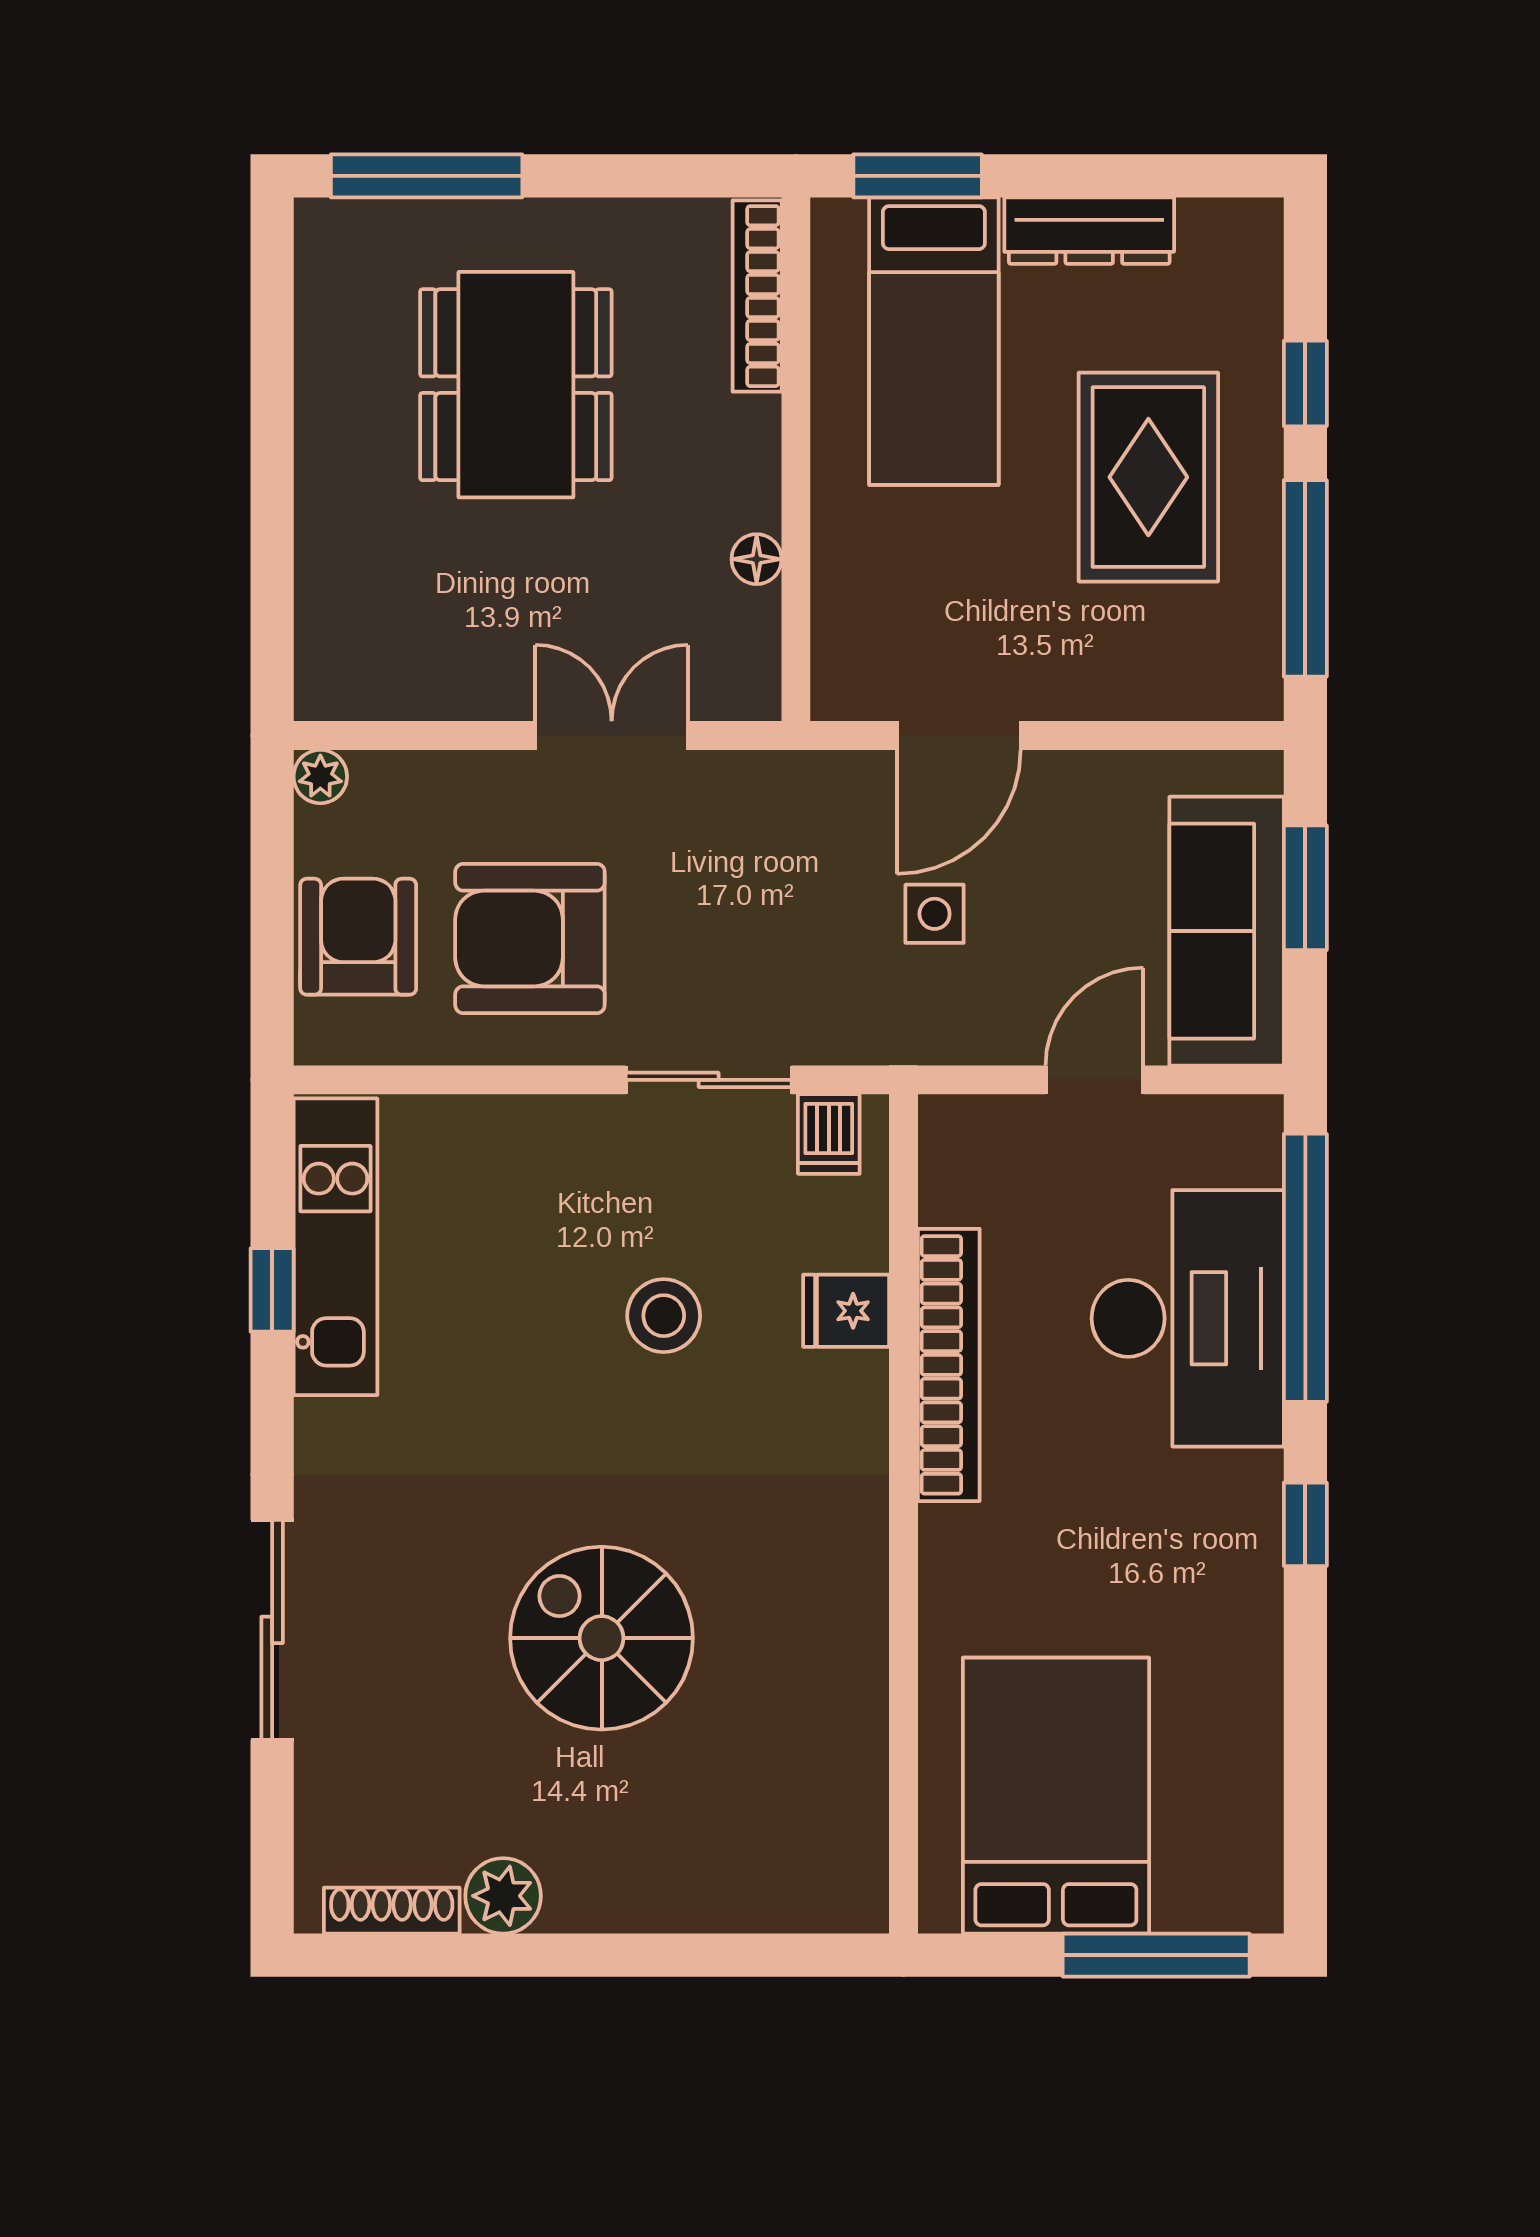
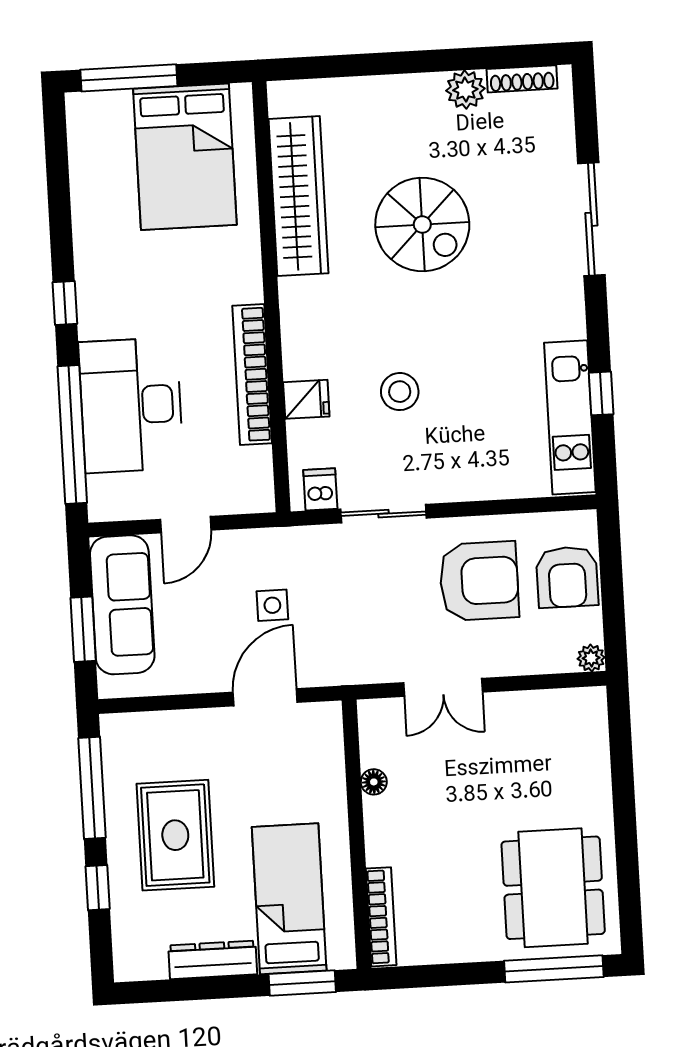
dining table: (516, 385) -> (553, 888), moved
wardrobe: (839, 1707) -> (298, 196), added

